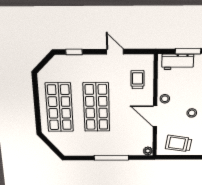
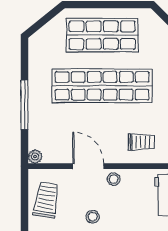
shop shelf: (96, 107) -> (102, 86), width x1.40
door: (155, 116) -> (88, 166), hinge flipped

